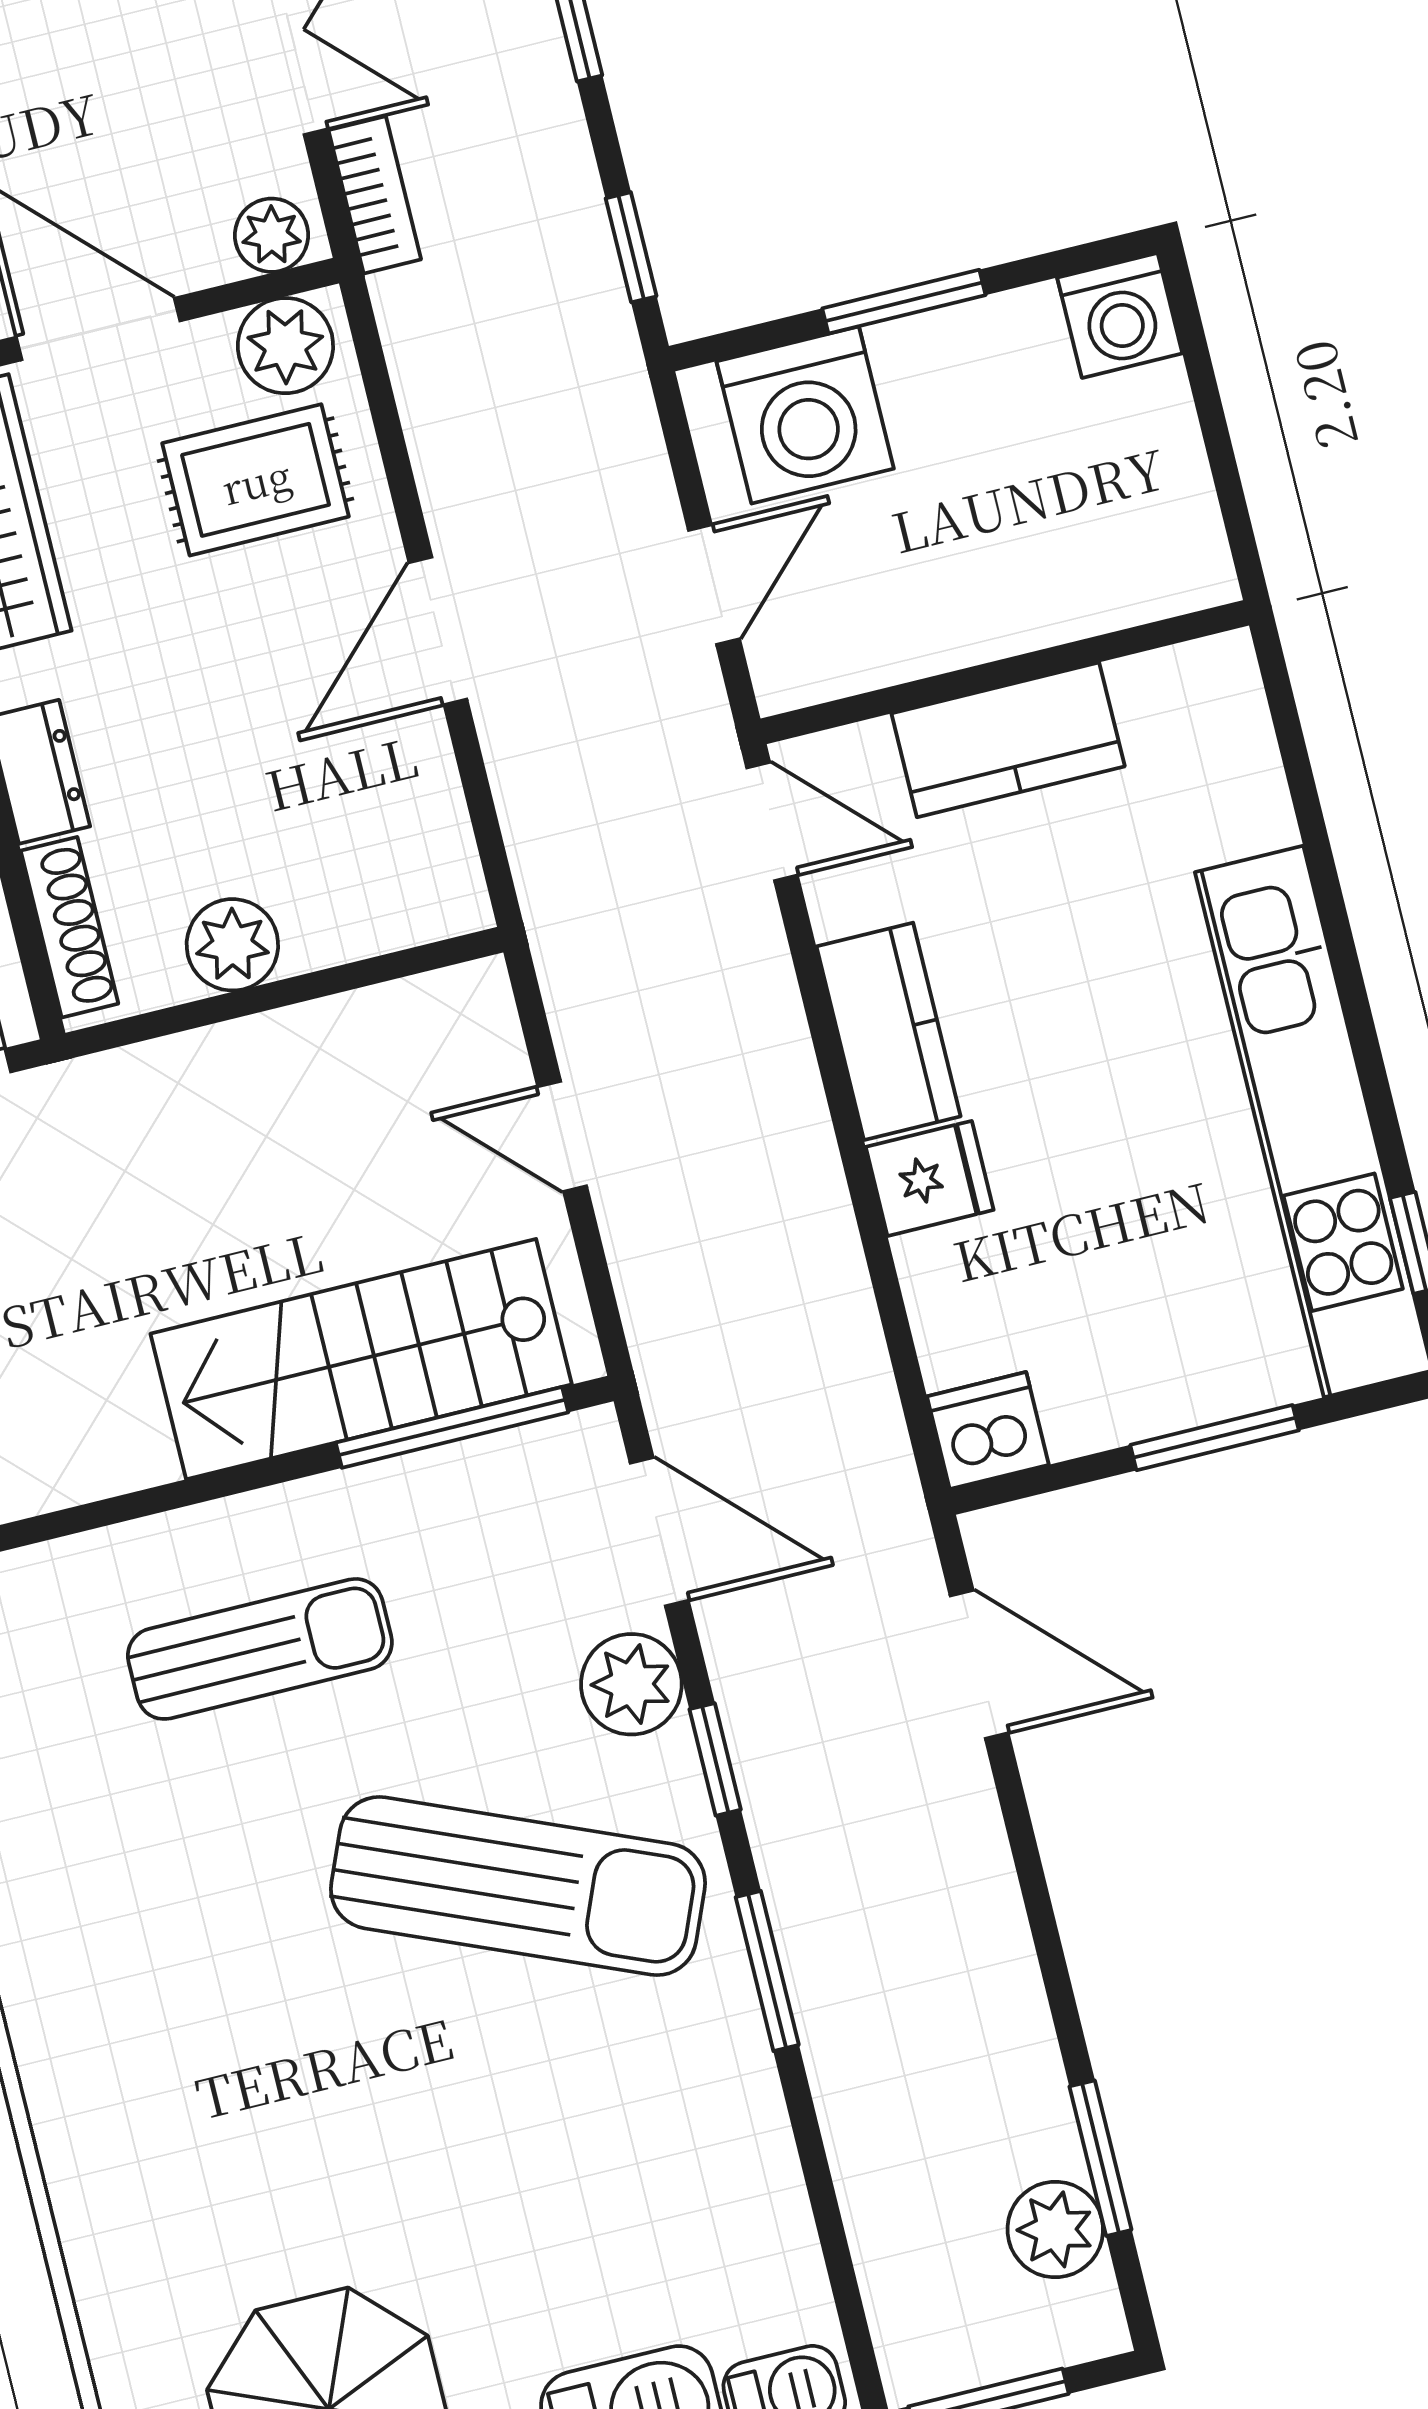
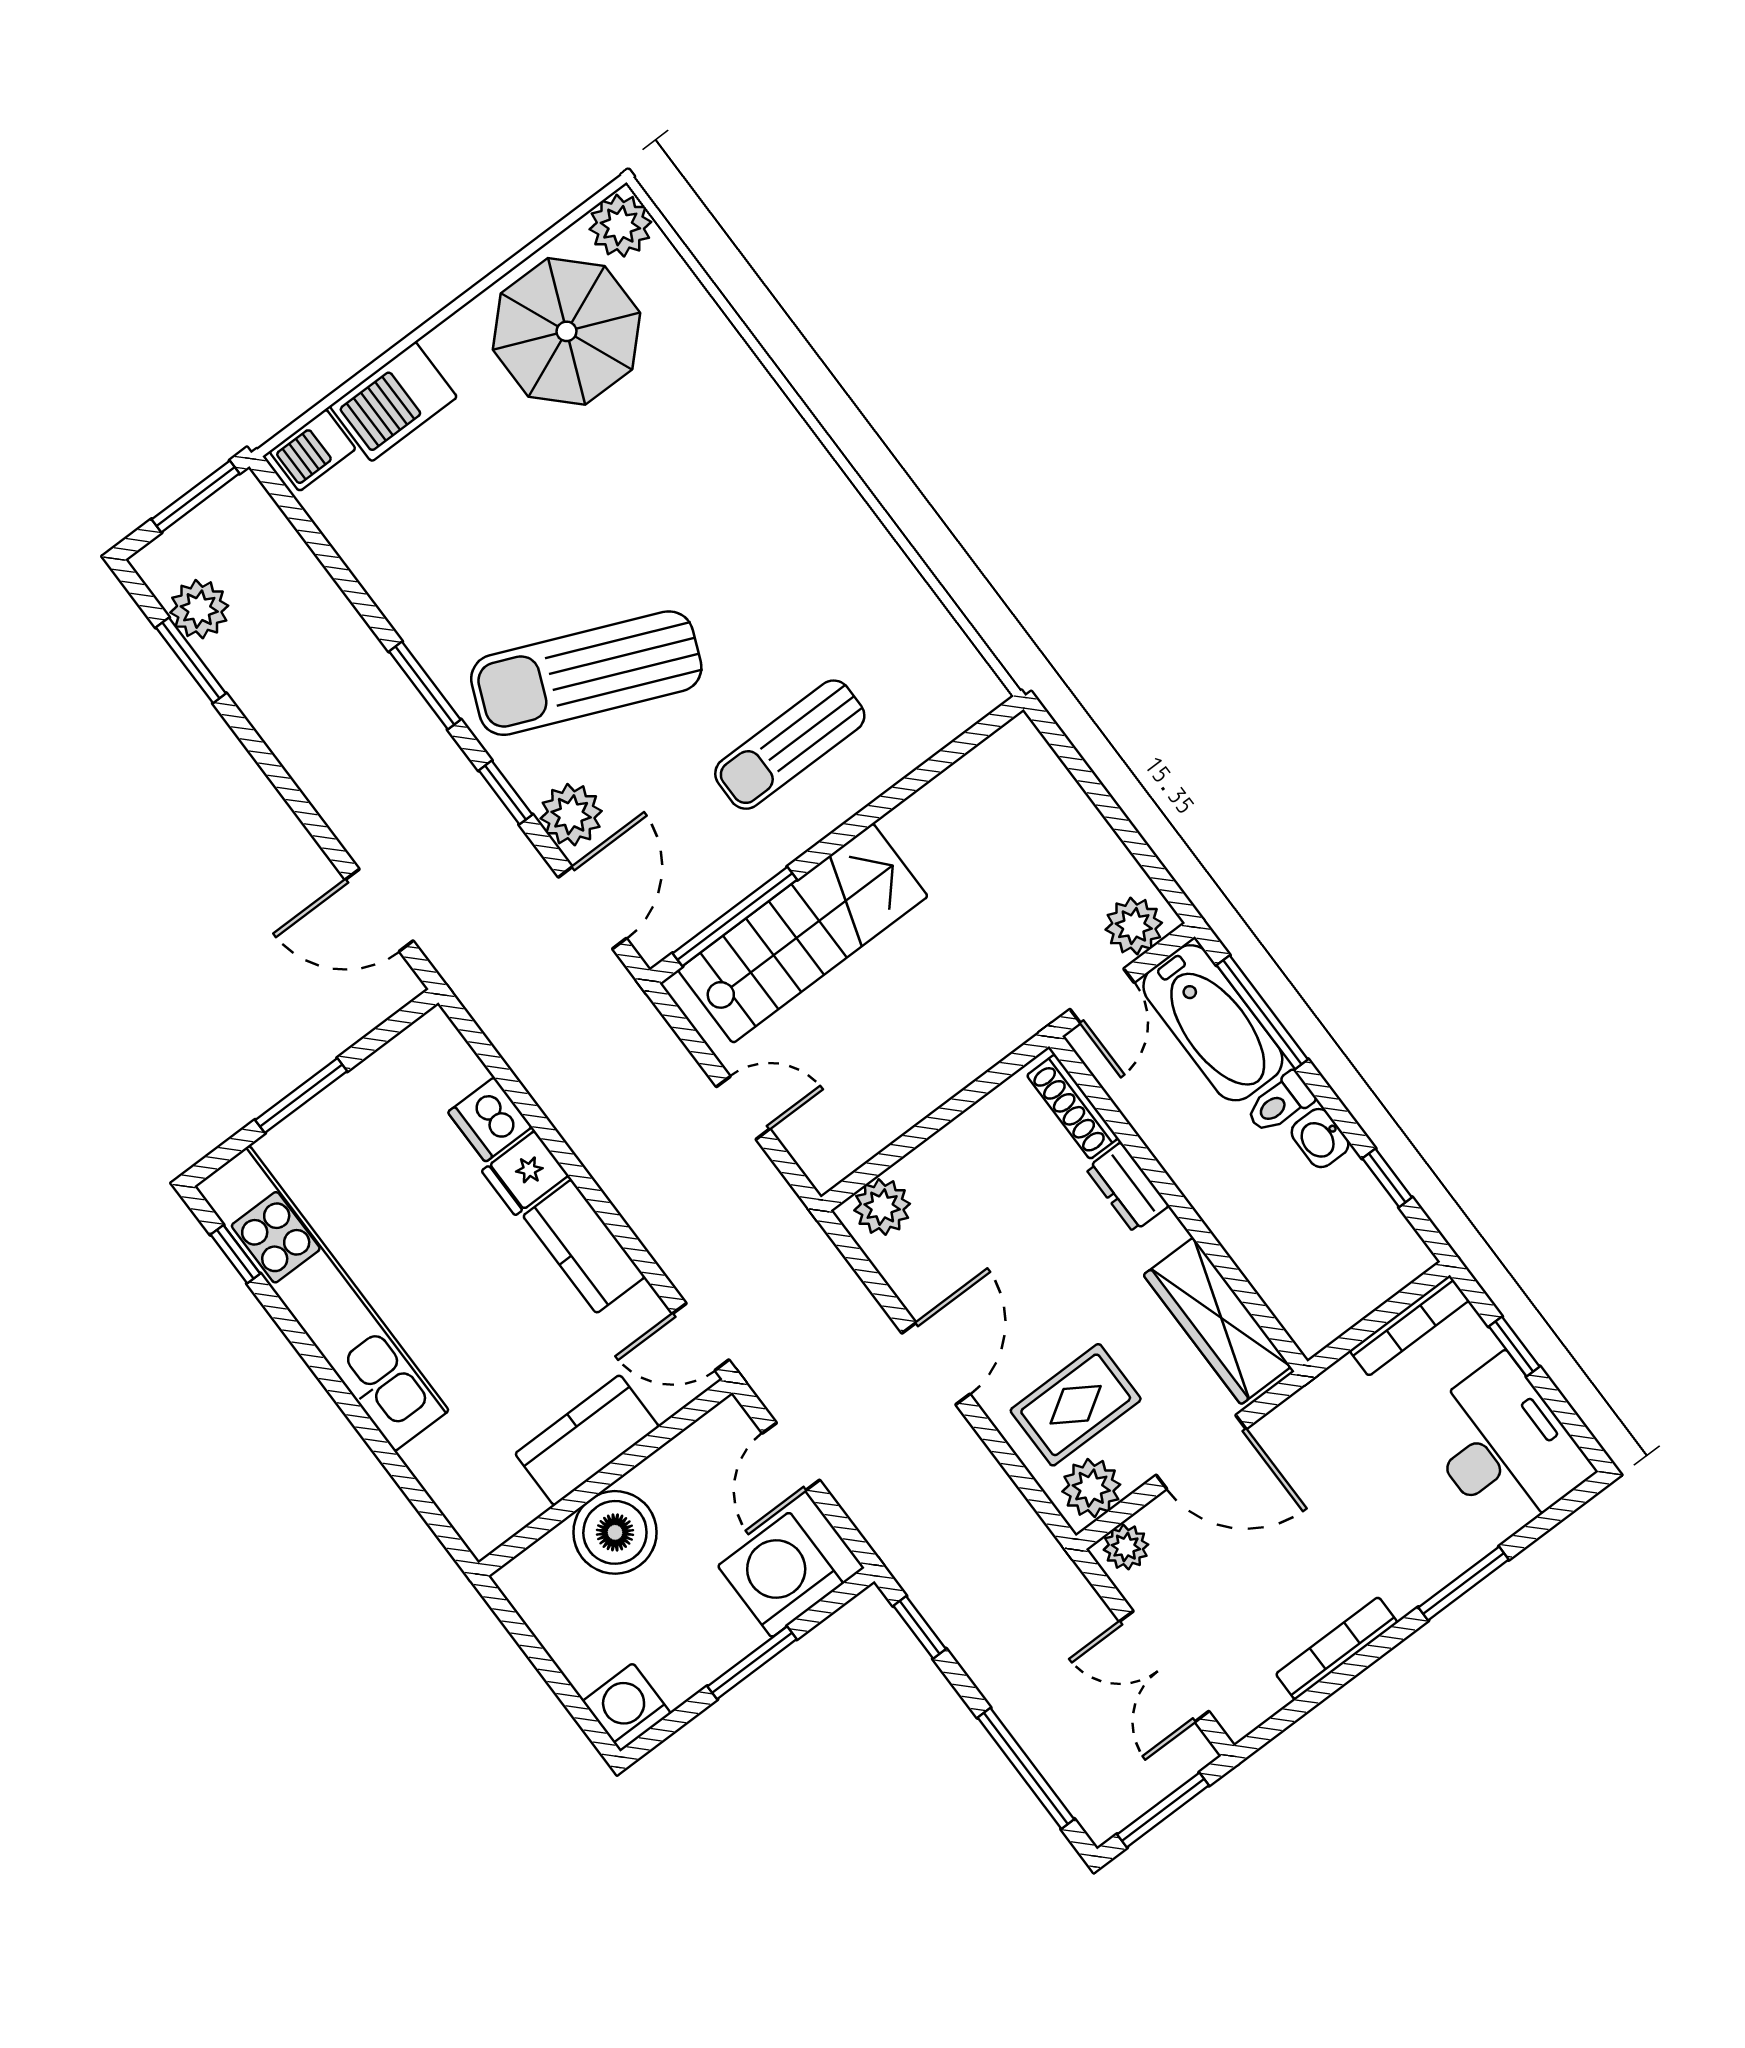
bookcase: (375, 195) -> (1077, 1595), removed
boiler: (1025, 584) -> (615, 1532), added
plant: (232, 945) -> (882, 1207), moved
dishwasher: (988, 1431) -> (490, 1119), moved, turned 90
door: (659, 1532) -> (592, 908), swing flipped

